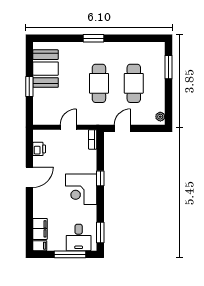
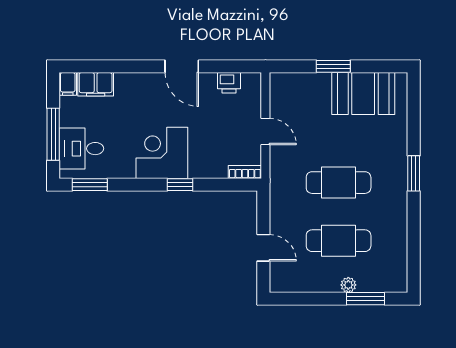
plant: (160, 117) -> (348, 285), moved
door: (122, 128) -> (263, 248), moved

